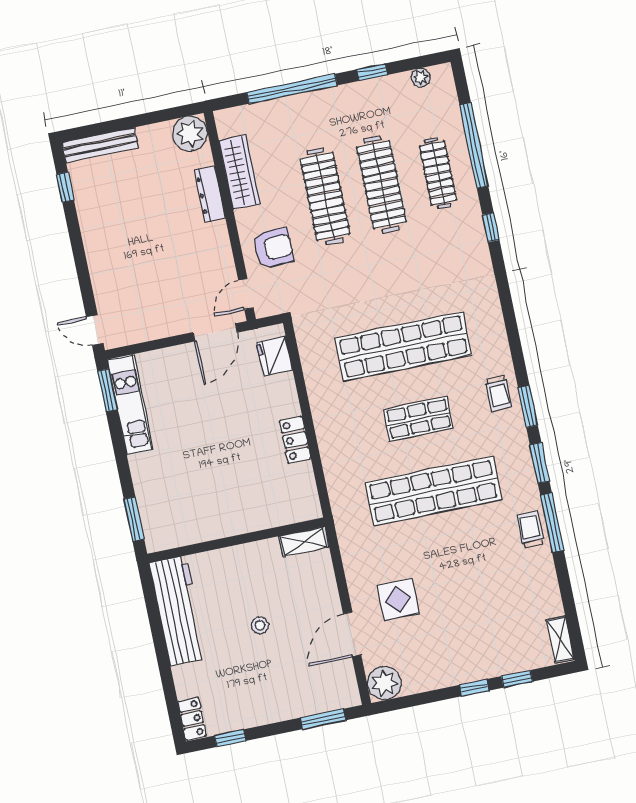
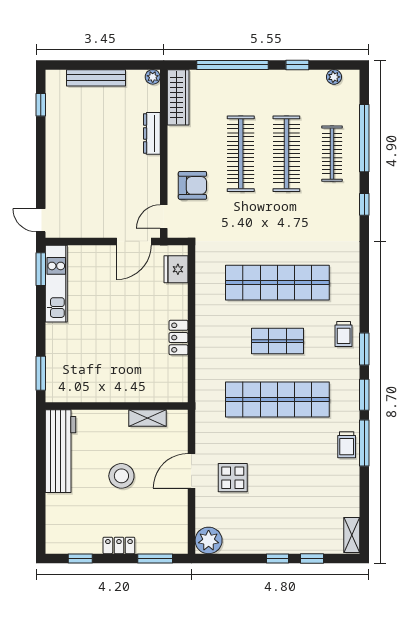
plant: (190, 134) -> (153, 77), width x0.53, depth x0.53
bench: (100, 145) -> (96, 78), moved
wardrobe: (239, 172) -> (178, 97), moved
trolley: (530, 529) -> (347, 445), turned 180
shelving: (304, 542) -> (148, 418), moved
stool: (260, 625) -> (121, 476), width x1.89, depth x1.89
door: (352, 634) -> (191, 471), moved
locker: (192, 719) -> (119, 545), moved, turned -90

